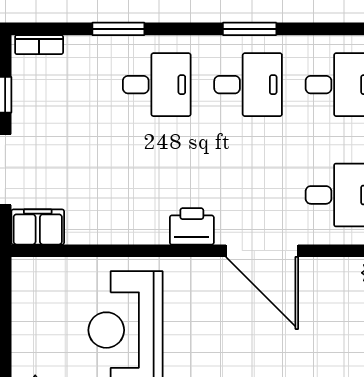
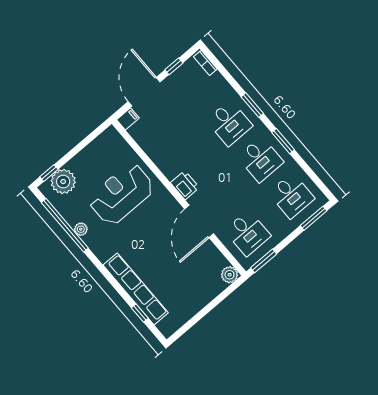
window: (118, 29) -> (252, 105), moved
filing cabinet: (38, 227) -> (128, 119), width x0.50

